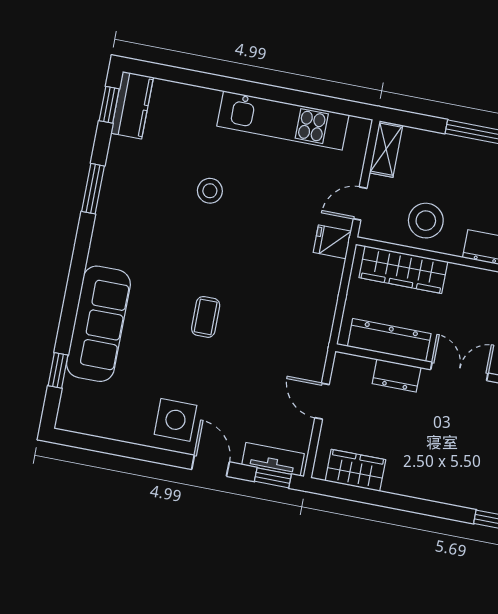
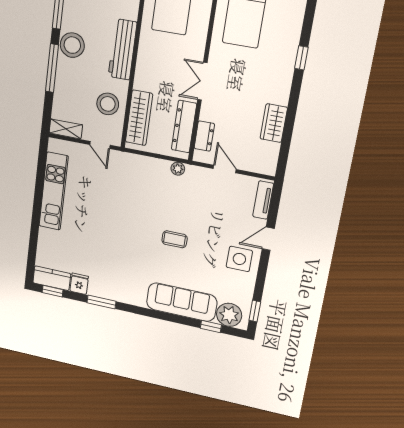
stool: (210, 191) -> (98, 235), removed
fridge: (332, 242) -> (79, 284), moved, turned 180
plant: (322, 327) -> (178, 169), added
dresser: (397, 375) -> (204, 136), moved
plant: (80, 401) -> (229, 315), added
door: (322, 401) -> (225, 169), swing flipped
wardrobe: (355, 470) -> (274, 123), moved
window: (273, 478) -> (255, 311), moved

